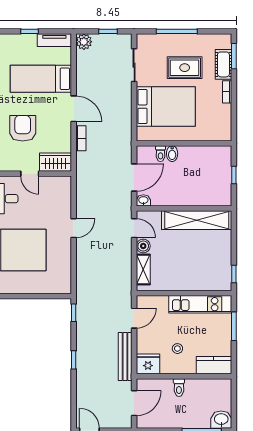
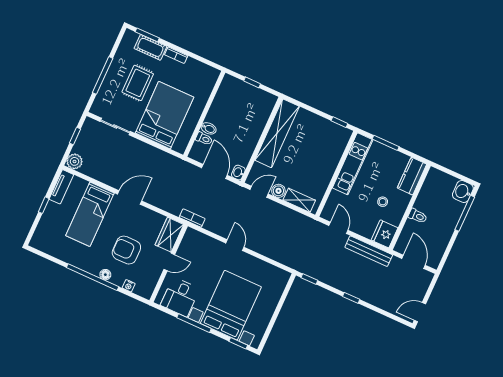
bookcase: (81, 138) -> (192, 218), moved

